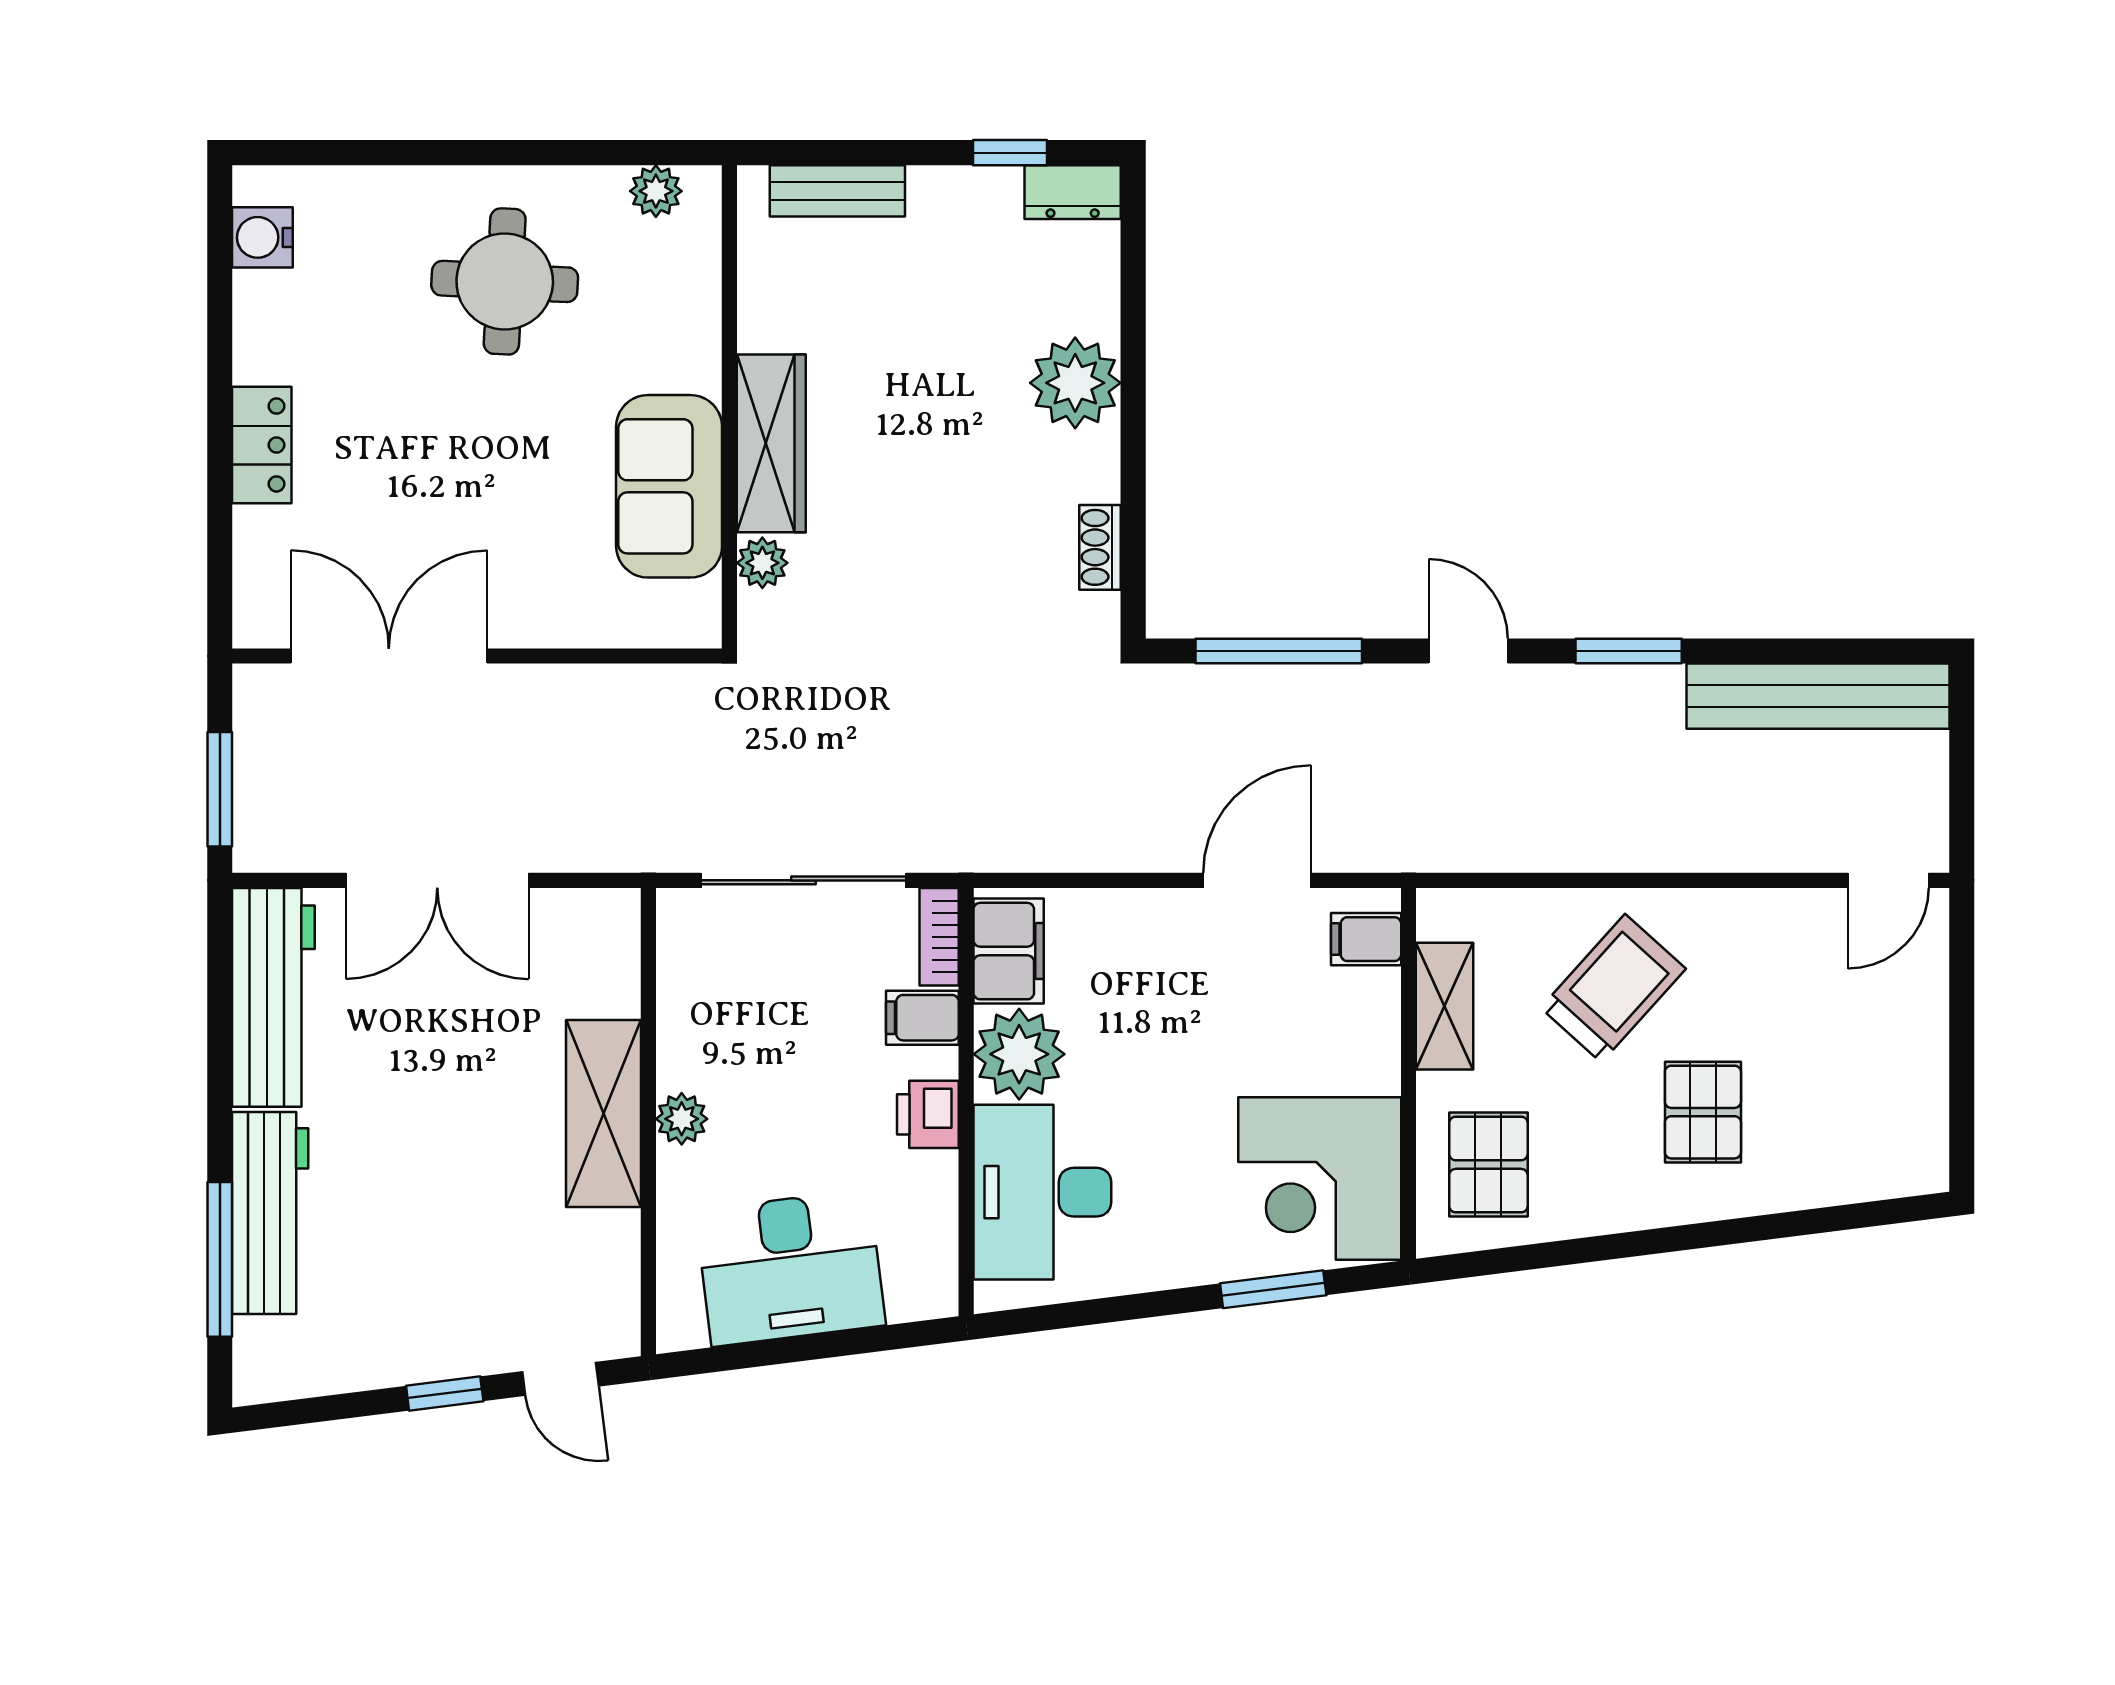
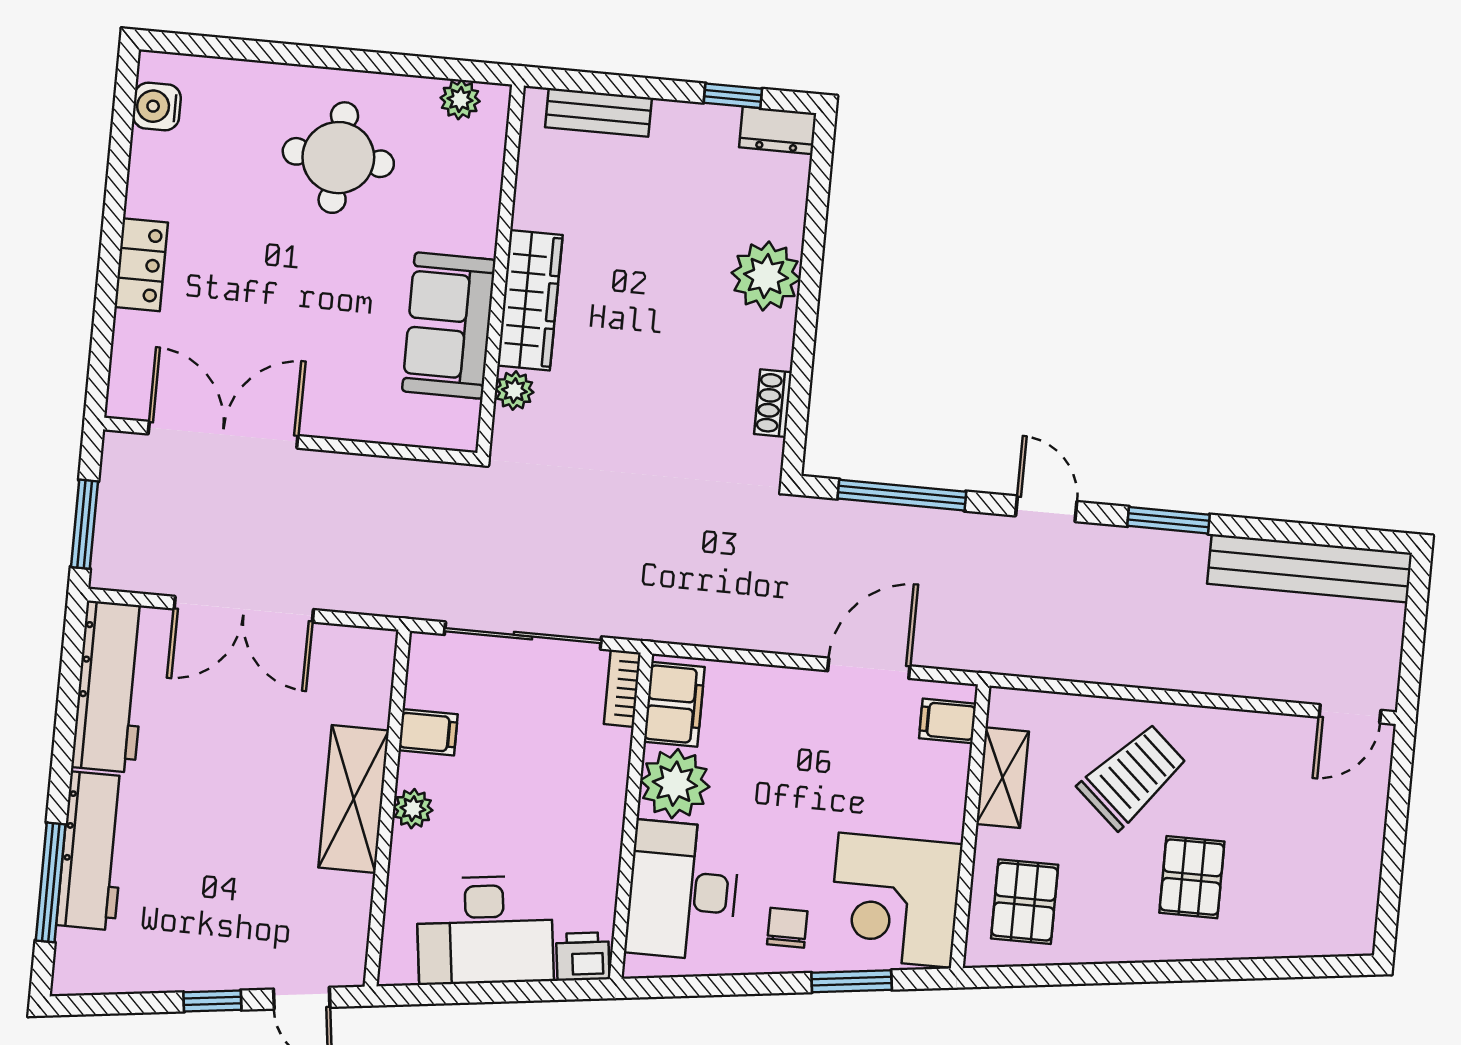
filing cabinet: (922, 1018) -> (428, 732), moved, turned 180
printer: (928, 1114) -> (583, 956), moved, turned 83
chair: (1183, 1228) -> (787, 928), added

